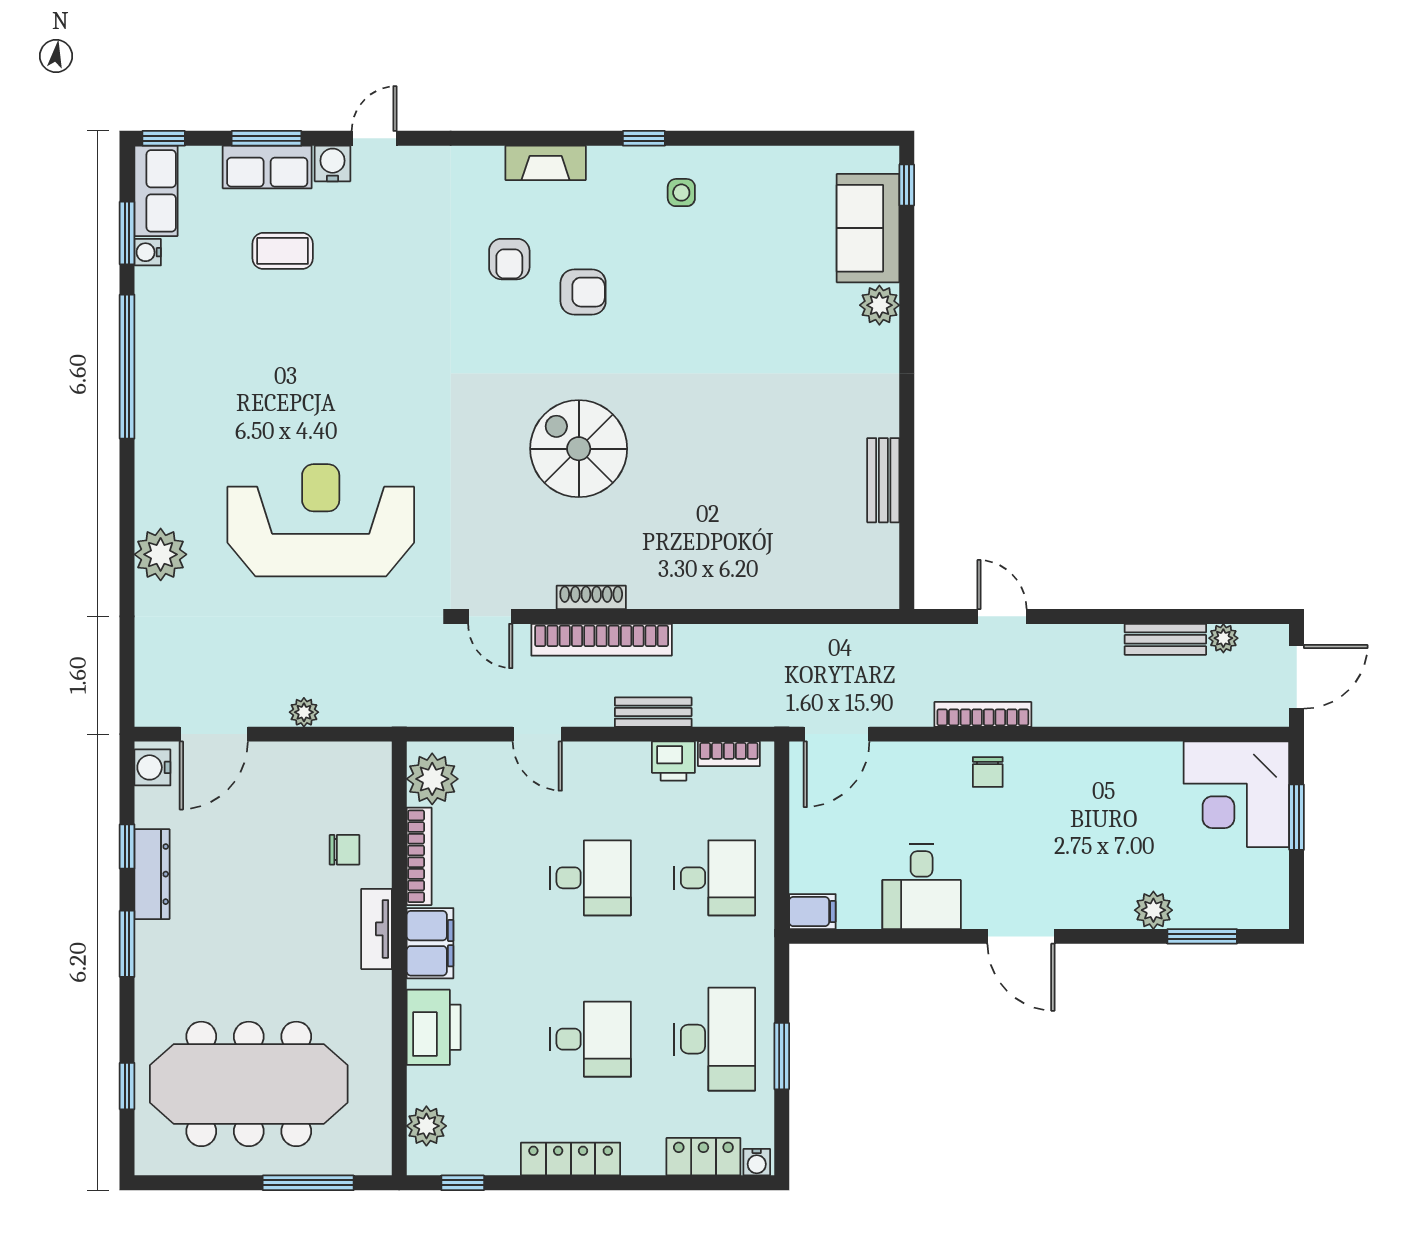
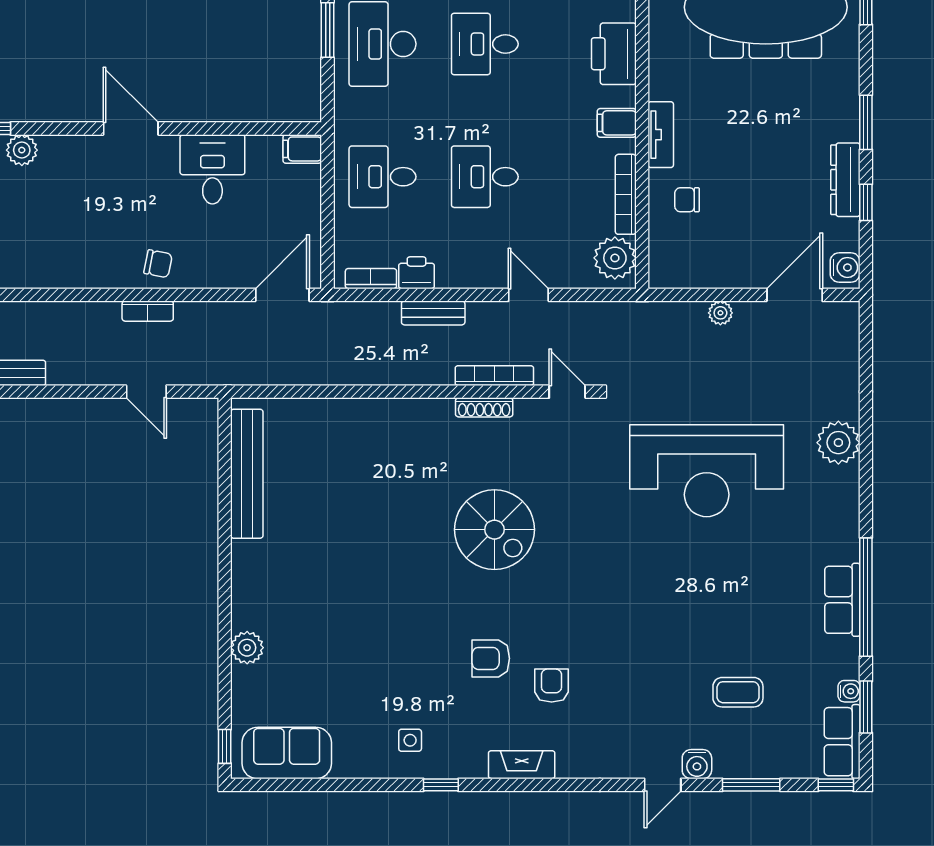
row of seats: (267, 167) -> (842, 600), moved, turned -90
sofa: (868, 228) -> (287, 753), moved, turned -90
bench: (883, 480) -> (247, 474), width x1.86, depth x1.21
bookcase: (602, 640) -> (494, 376), width x0.68, depth x0.76
bookcase: (983, 714) -> (148, 311), width x0.64
chair: (988, 772) -> (158, 264), turned 101
filing cabinet: (430, 943) -> (617, 123), width x0.50

